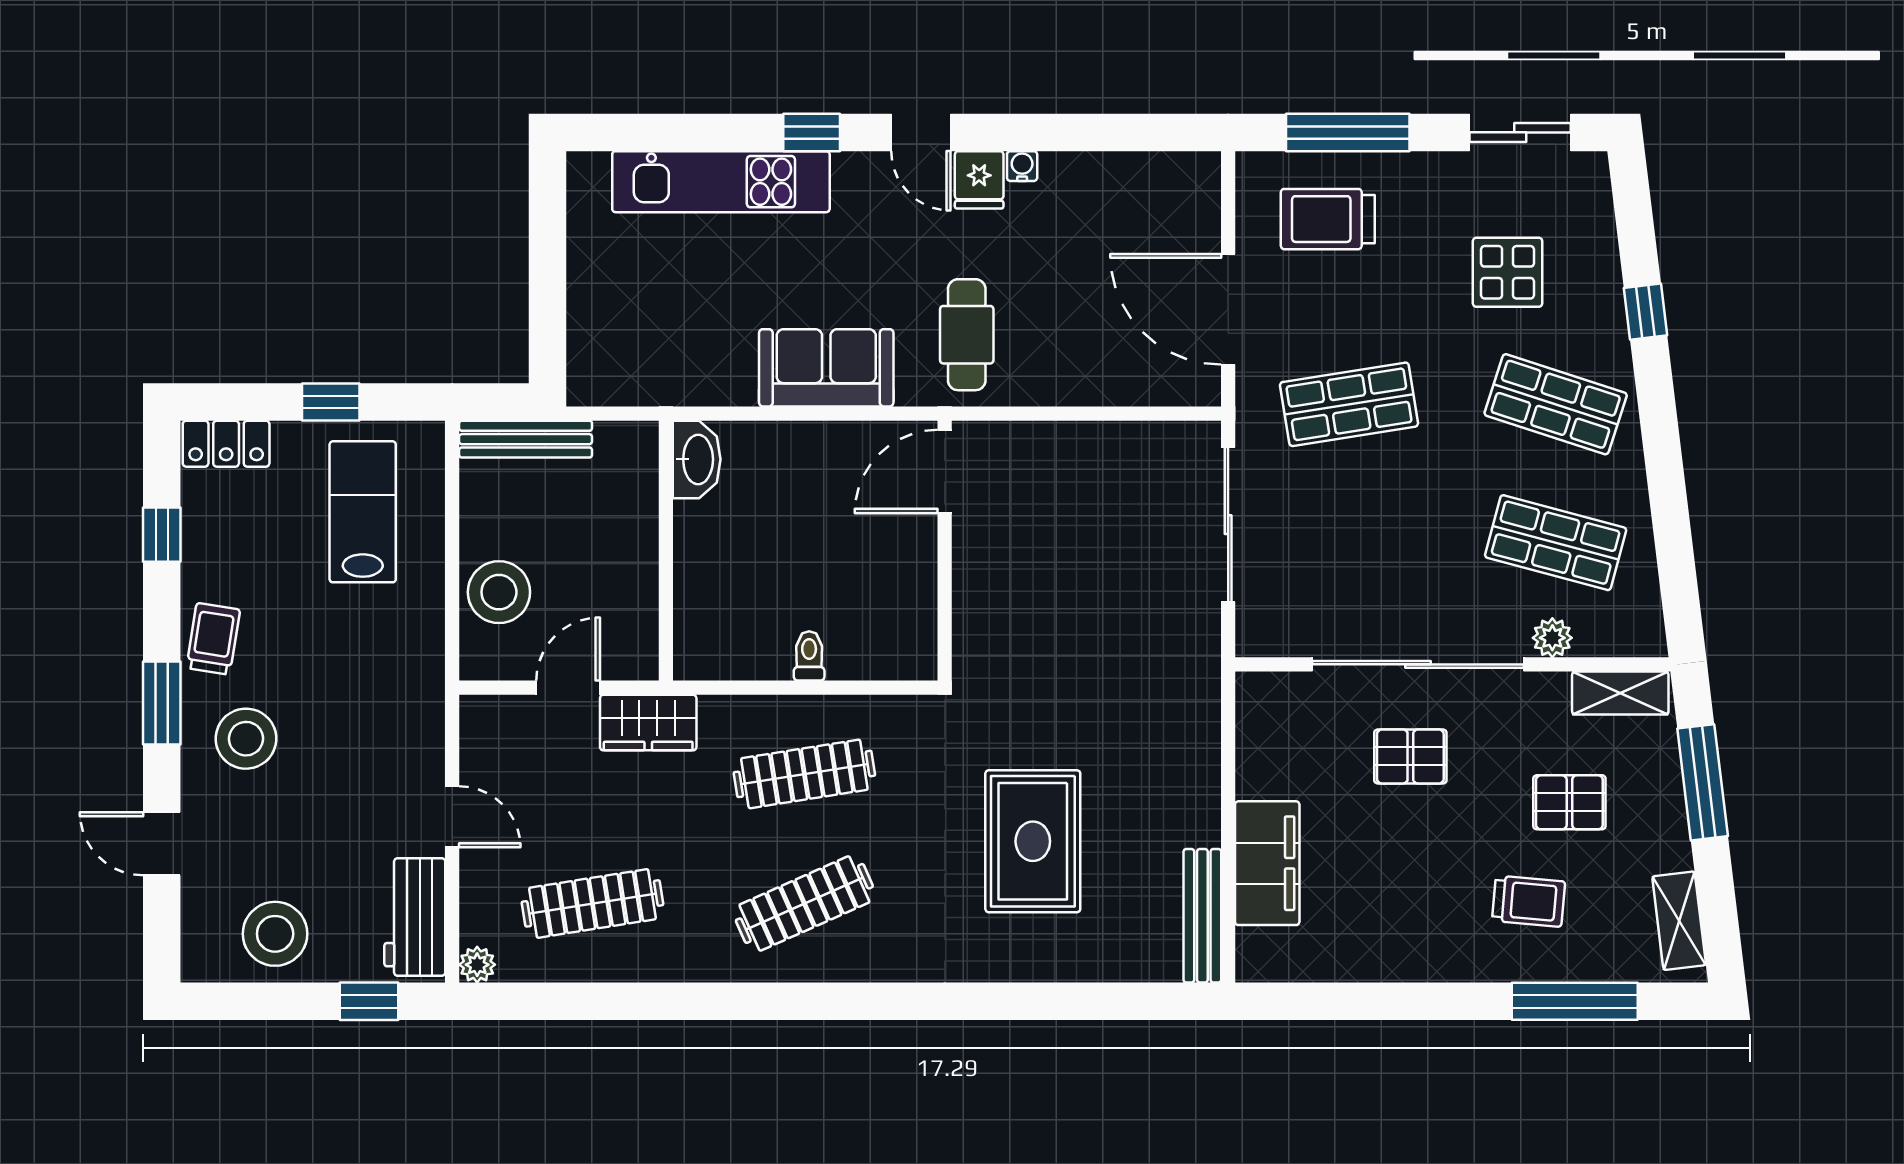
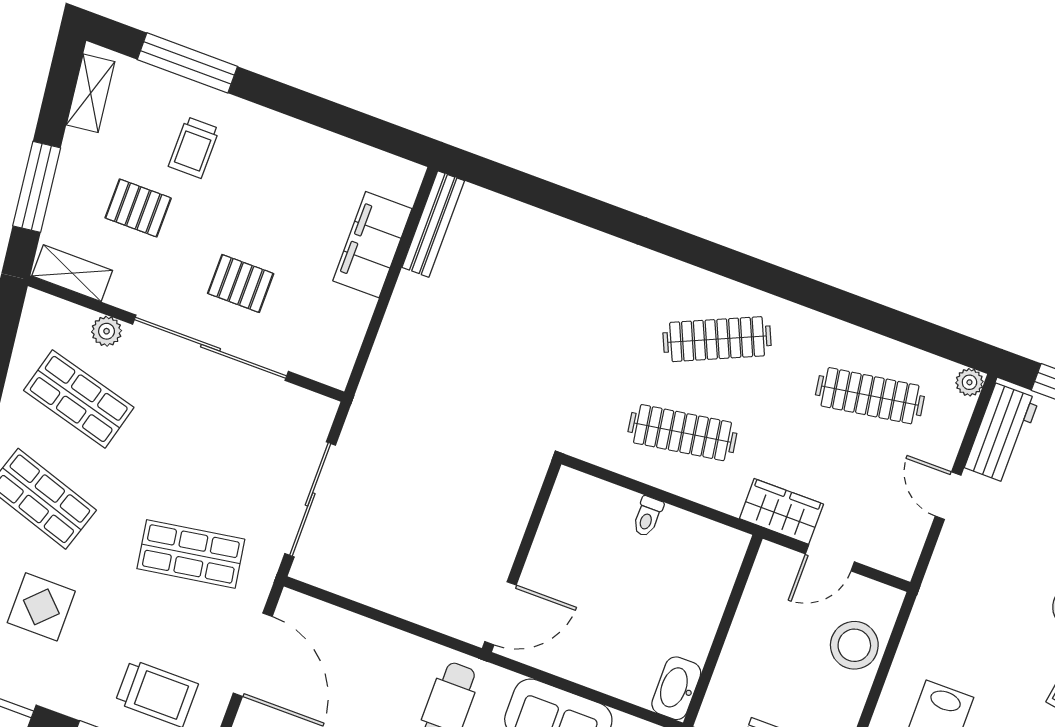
rug: (1033, 841) -> (536, 323), removed
trolley: (1529, 901) -> (194, 147), turned -95

